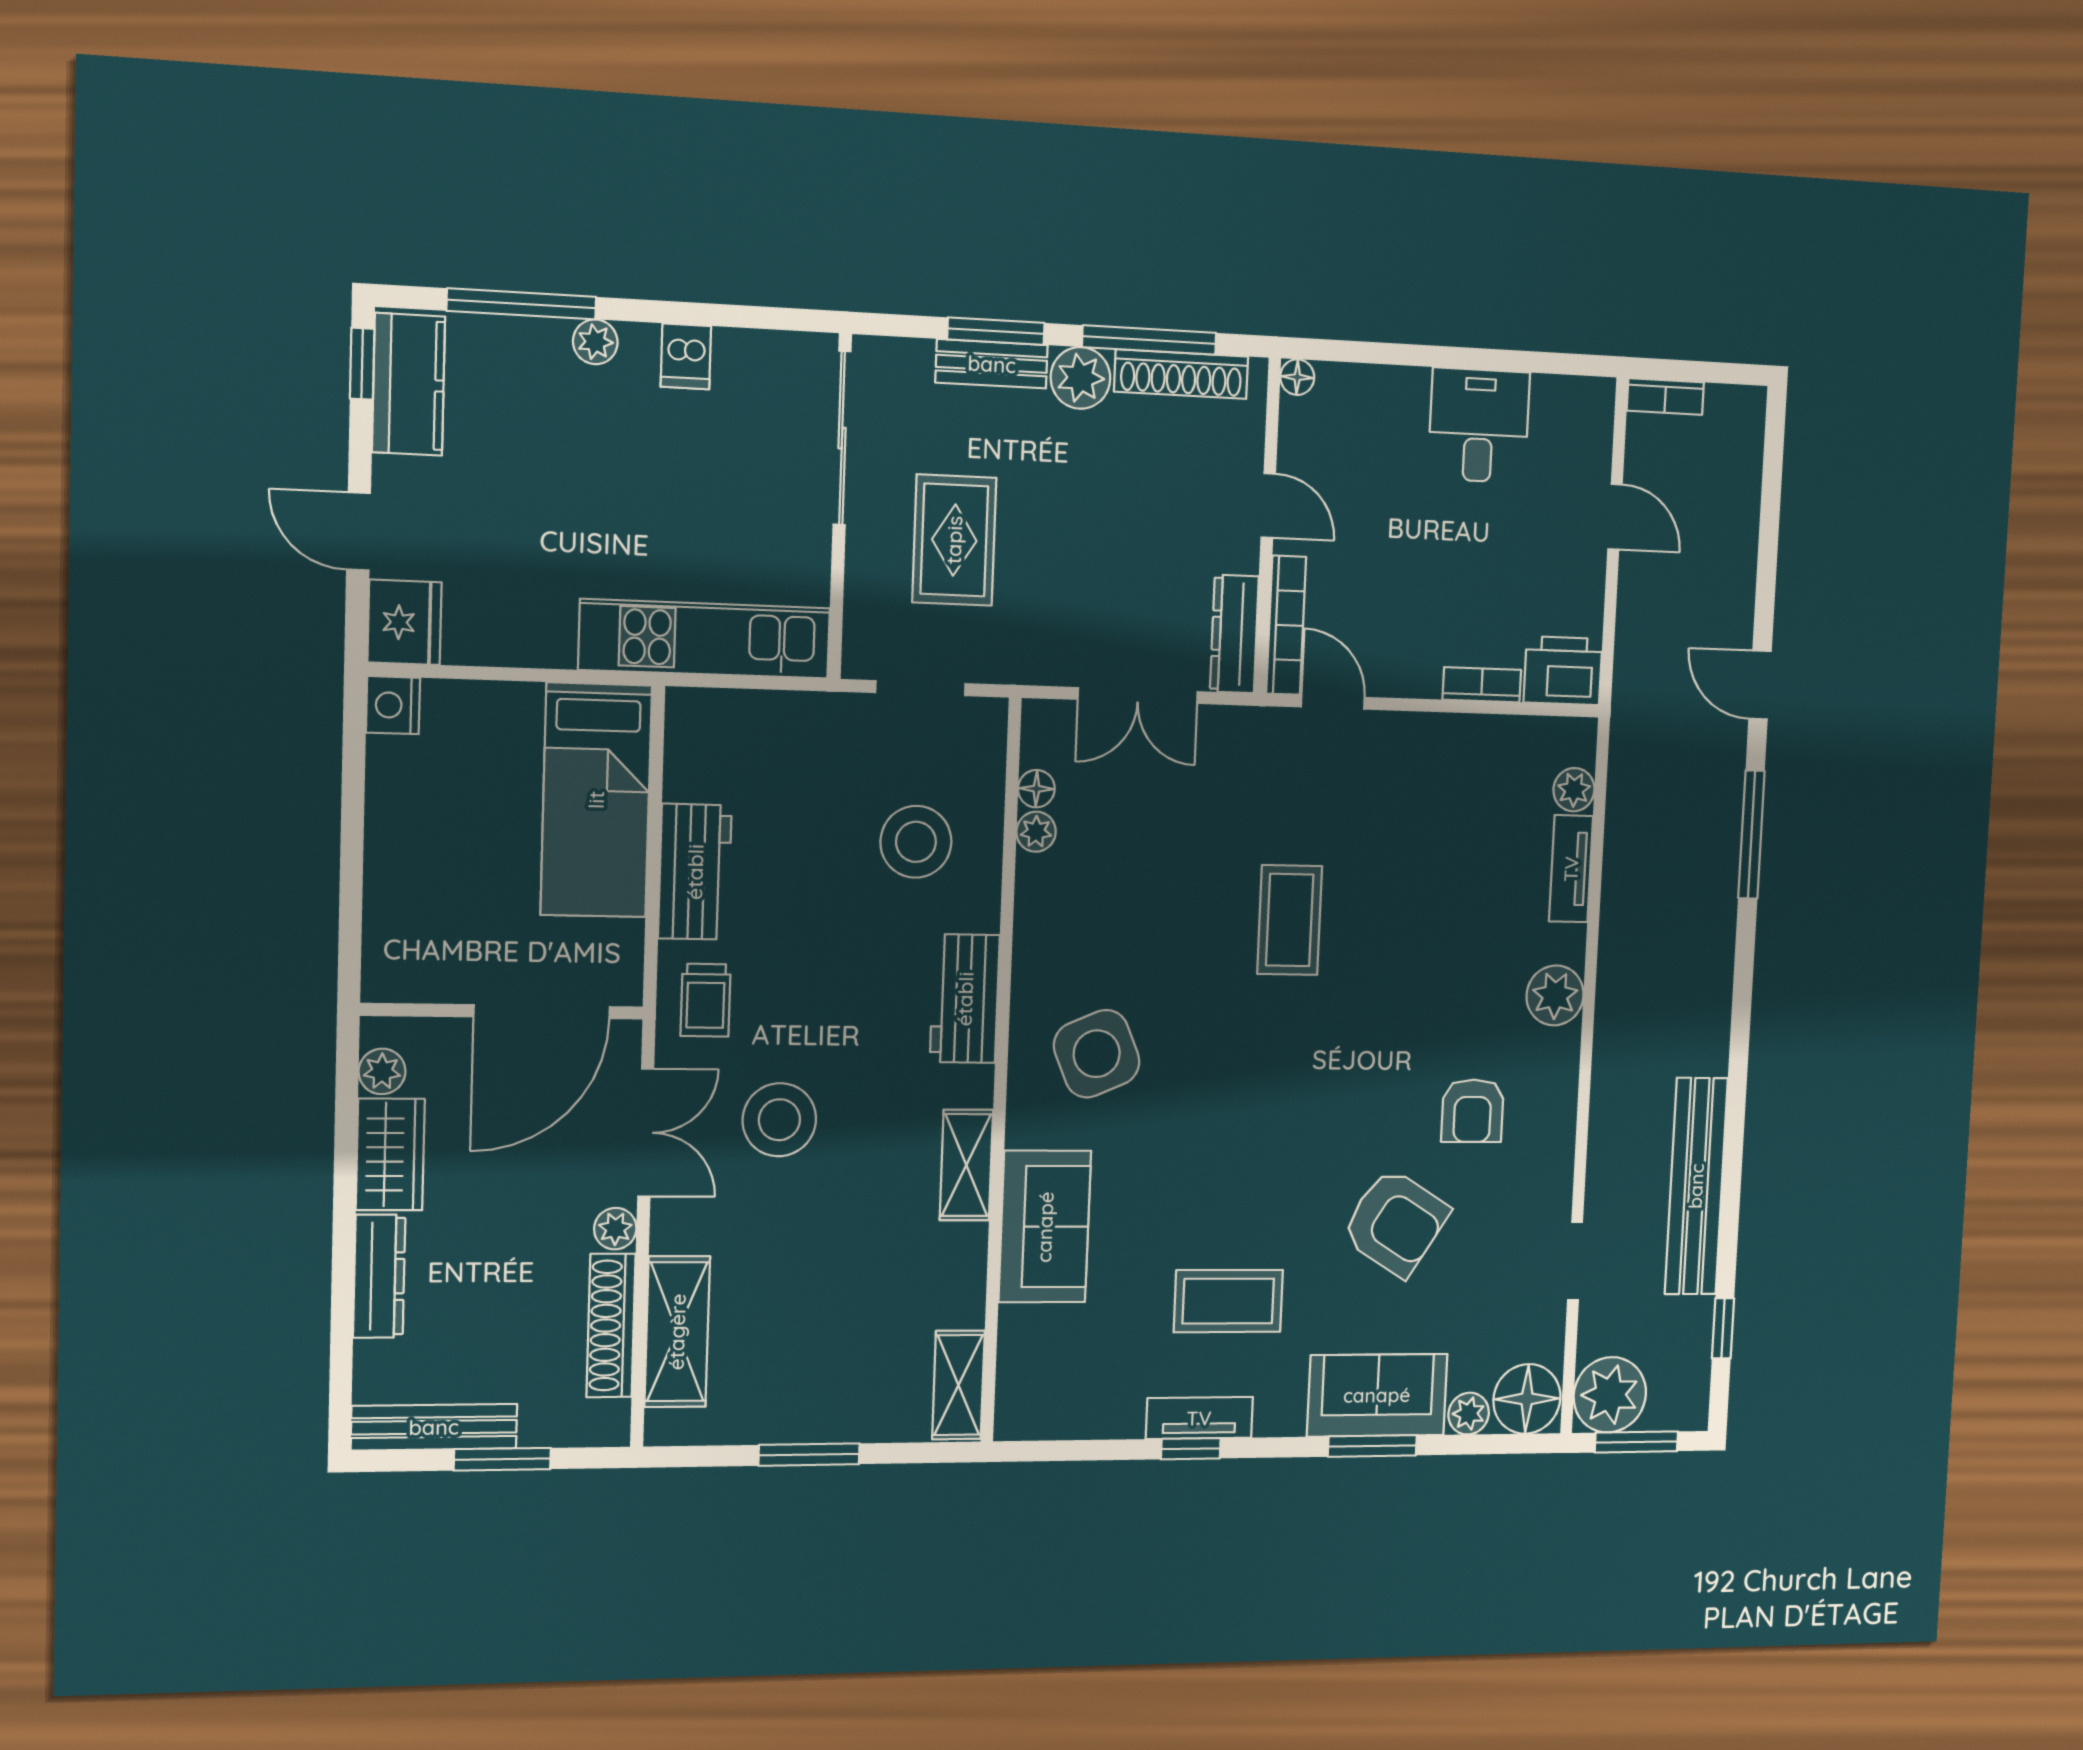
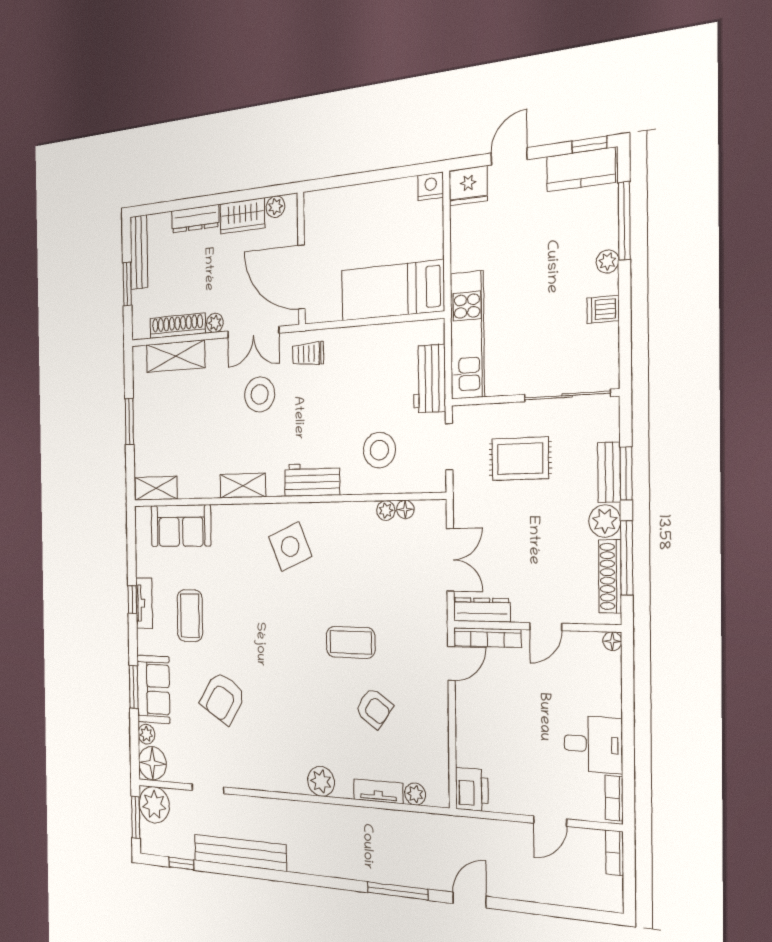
bookcase: (1482, 685) -> (614, 798), moved, turned 180
double door: (1138, 696) -> (450, 560), swing flipped
workbench: (695, 872) -> (429, 379), moved, turned 90
armchair: (1473, 1111) -> (374, 708), moved, turned -145
sofa: (1045, 1227) -> (181, 526), moved

